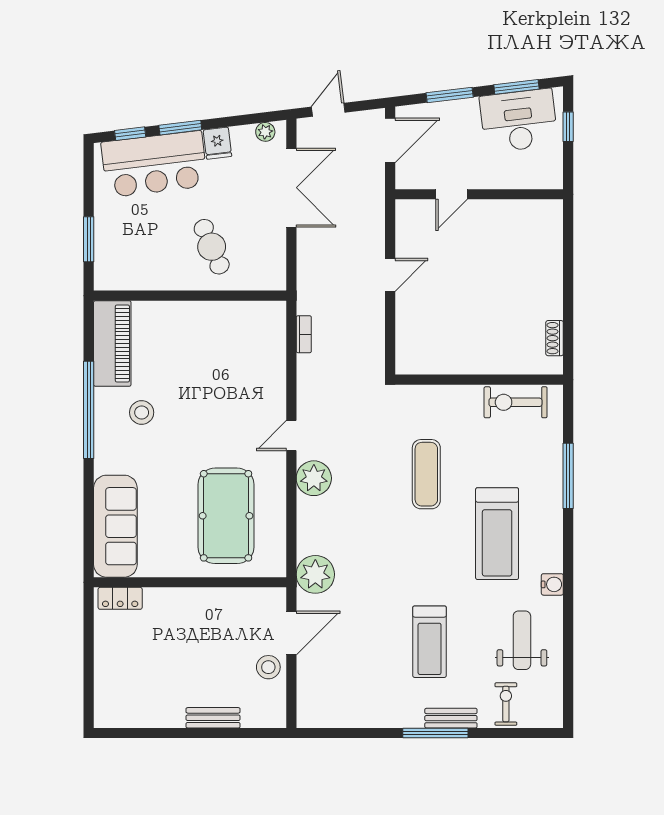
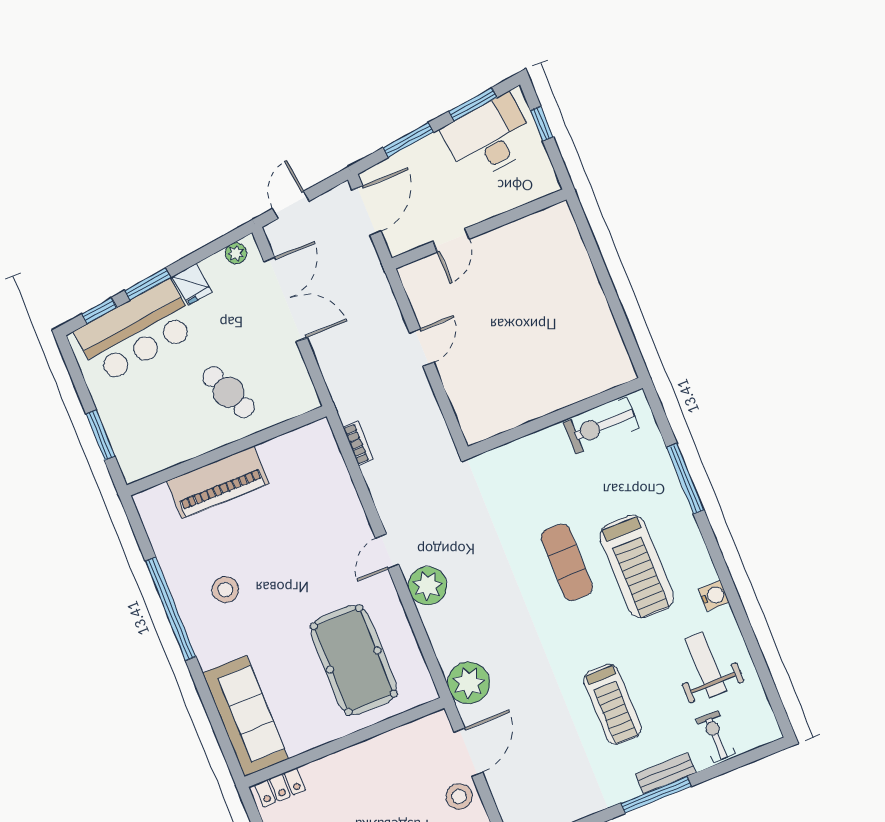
shoe rack: (555, 338) -> (615, 344), removed
piano: (112, 344) -> (218, 482), moved, turned 90
exercise mat: (426, 474) -> (567, 562), moved

